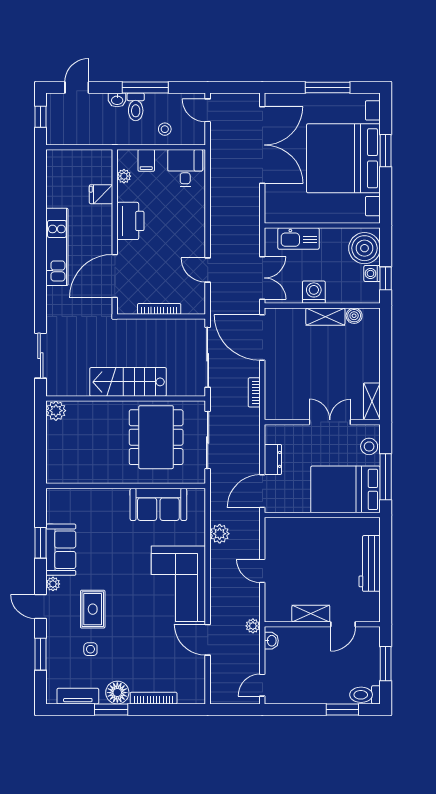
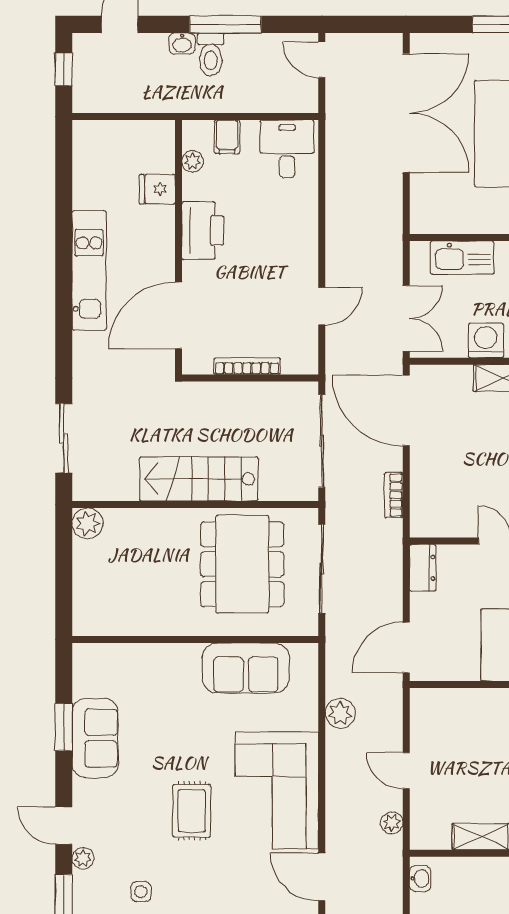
stool: (165, 129) -> (256, 89), removed
door: (208, 270) -> (322, 306), swing flipped
dresser: (273, 459) -> (423, 568), moved
plant: (53, 584) -> (83, 858), moved
rug: (93, 609) -> (192, 811), moved
plant: (253, 626) -> (392, 823), moved

